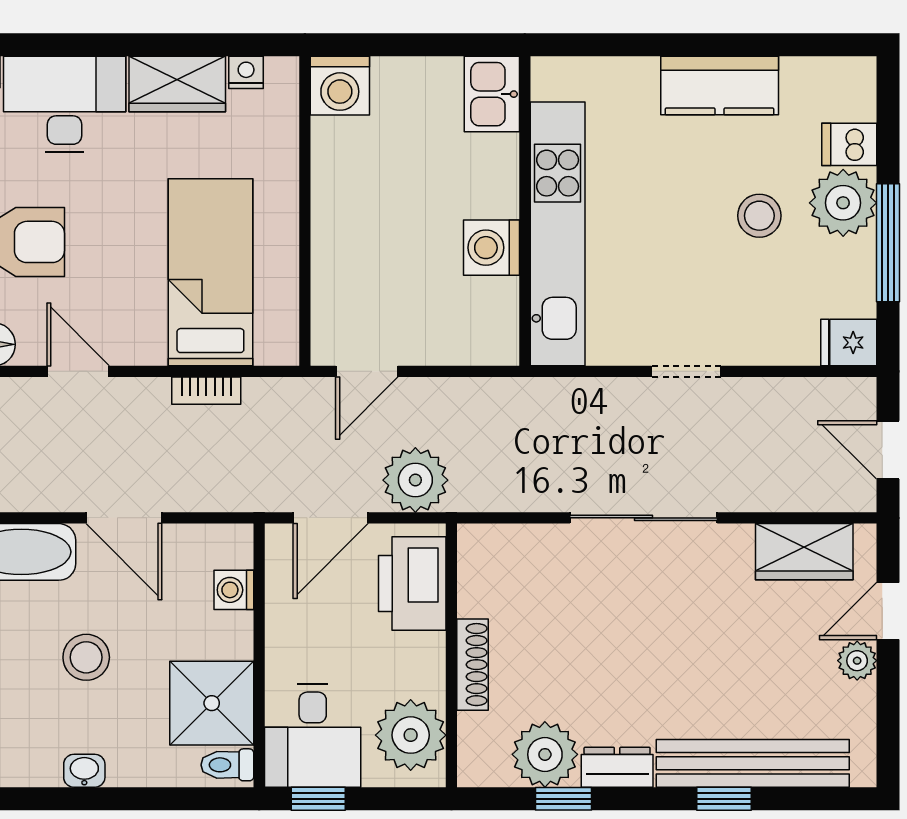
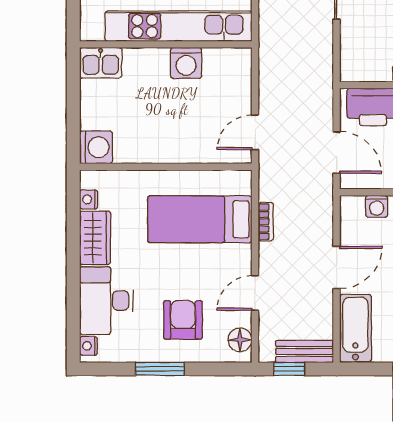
door: (367, 371) -> (255, 132), swing flipped
plant: (415, 480) -> (315, 105), removed

